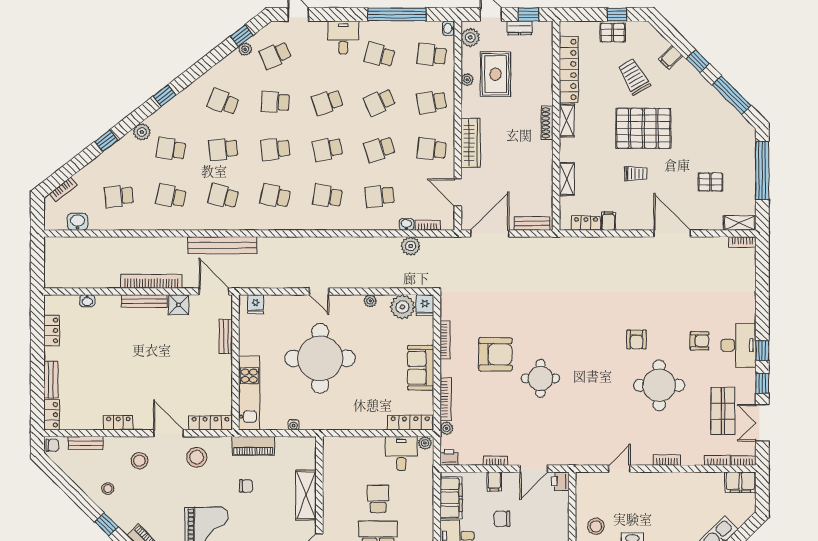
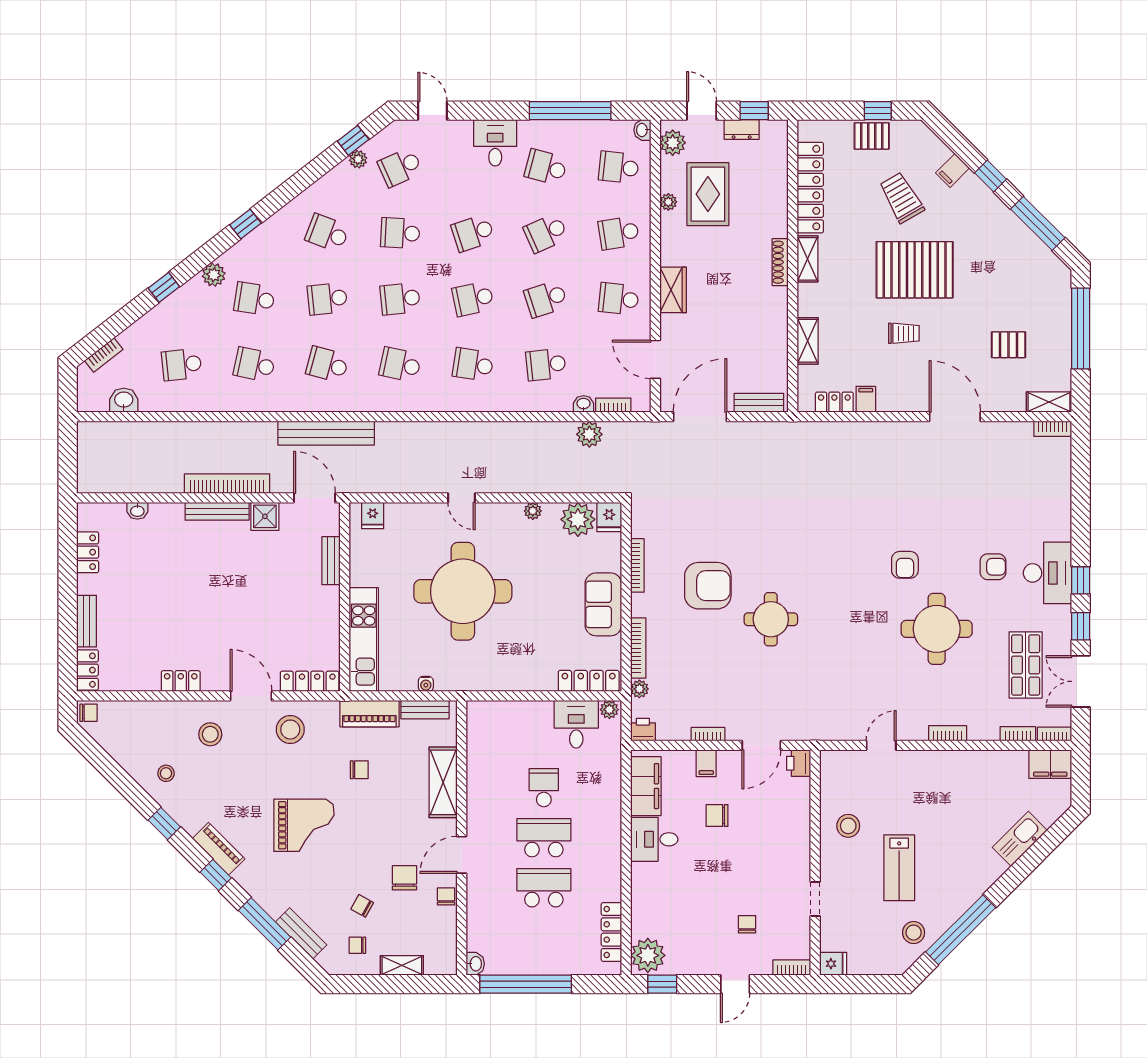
wardrobe: (471, 143) -> (673, 290), width x0.67
bench: (86, 443) -> (425, 710), moved

